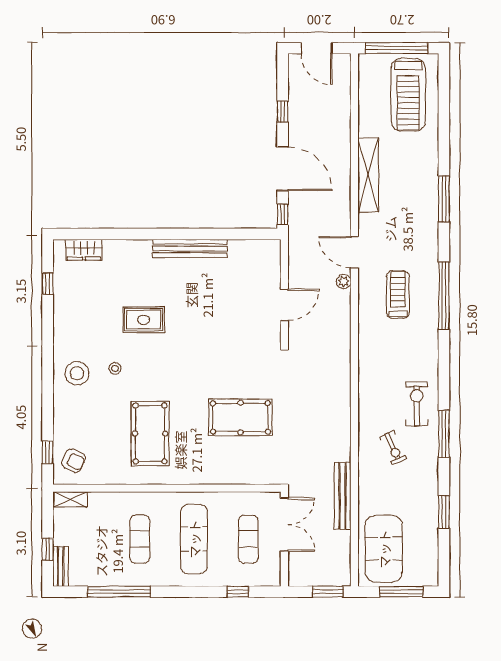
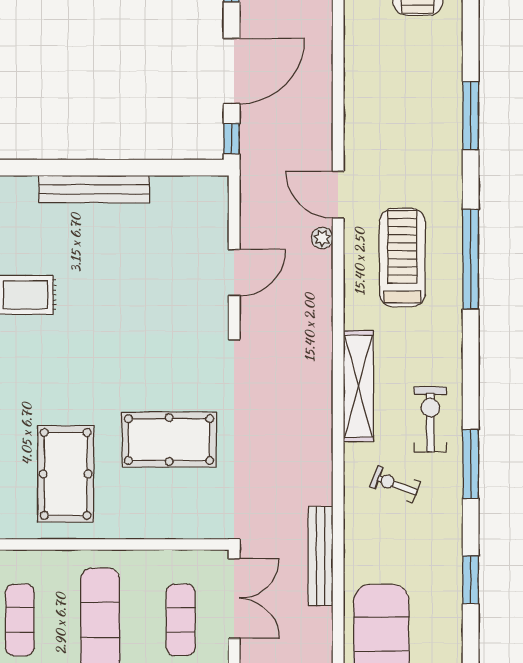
door: (283, 169) -> (232, 71), hinge flipped
shelving: (368, 175) -> (358, 386), moved
treadmill: (398, 295) -> (402, 258), width x1.37, depth x1.38
pool table: (150, 433) -> (66, 474), moved
exercise bike: (393, 448) -> (395, 484), turned 136

